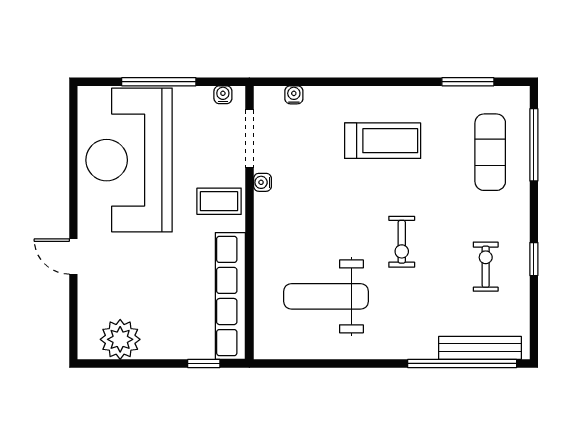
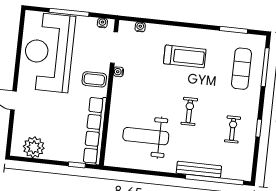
exercise bike: (402, 242) -> (189, 111), turned 180
bench: (480, 348) -> (199, 170), moved

